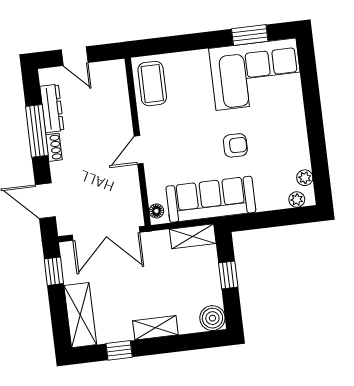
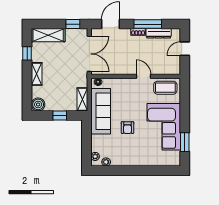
corner sofa: (256, 74) -> (164, 127), moved
door: (139, 150) -> (144, 76), moved
double door: (106, 234) -> (89, 54), swing flipped

